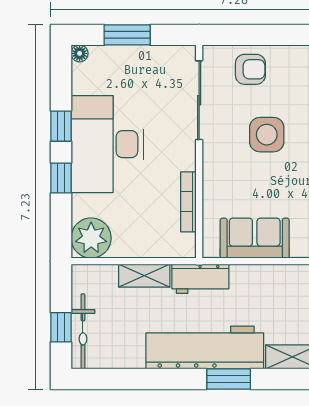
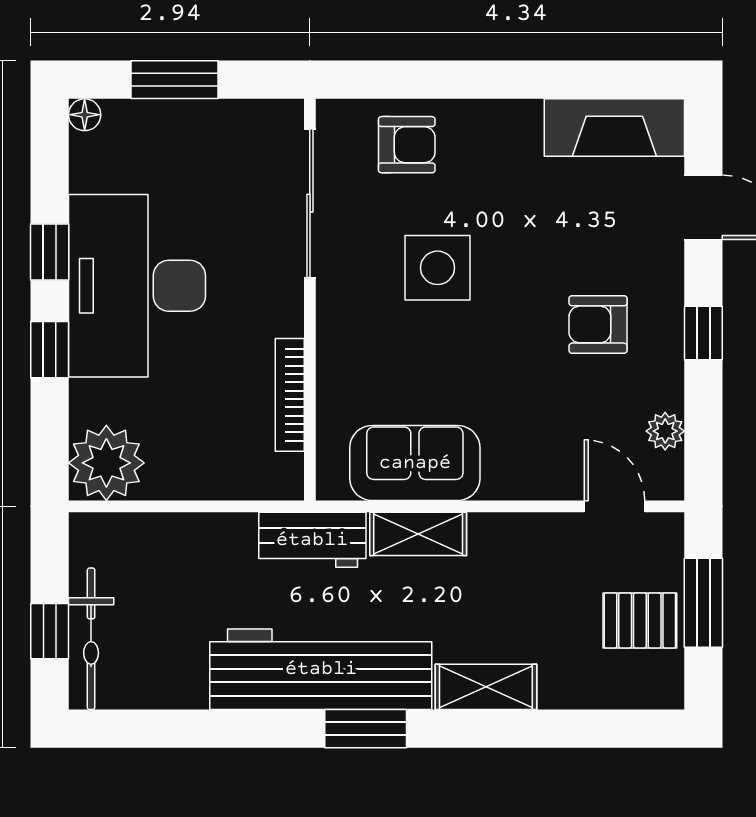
shelving: (144, 276) -> (418, 534), moved

